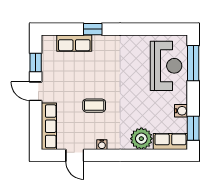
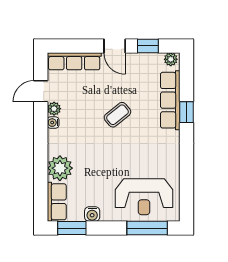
plant: (47, 43) -> (171, 59), added
row of seats: (74, 43) -> (170, 100), width x1.48
door: (36, 91) -> (115, 46), swing flipped
coffee table: (94, 106) -> (117, 115), moved, turned 51
plant: (90, 144) -> (54, 109), added

